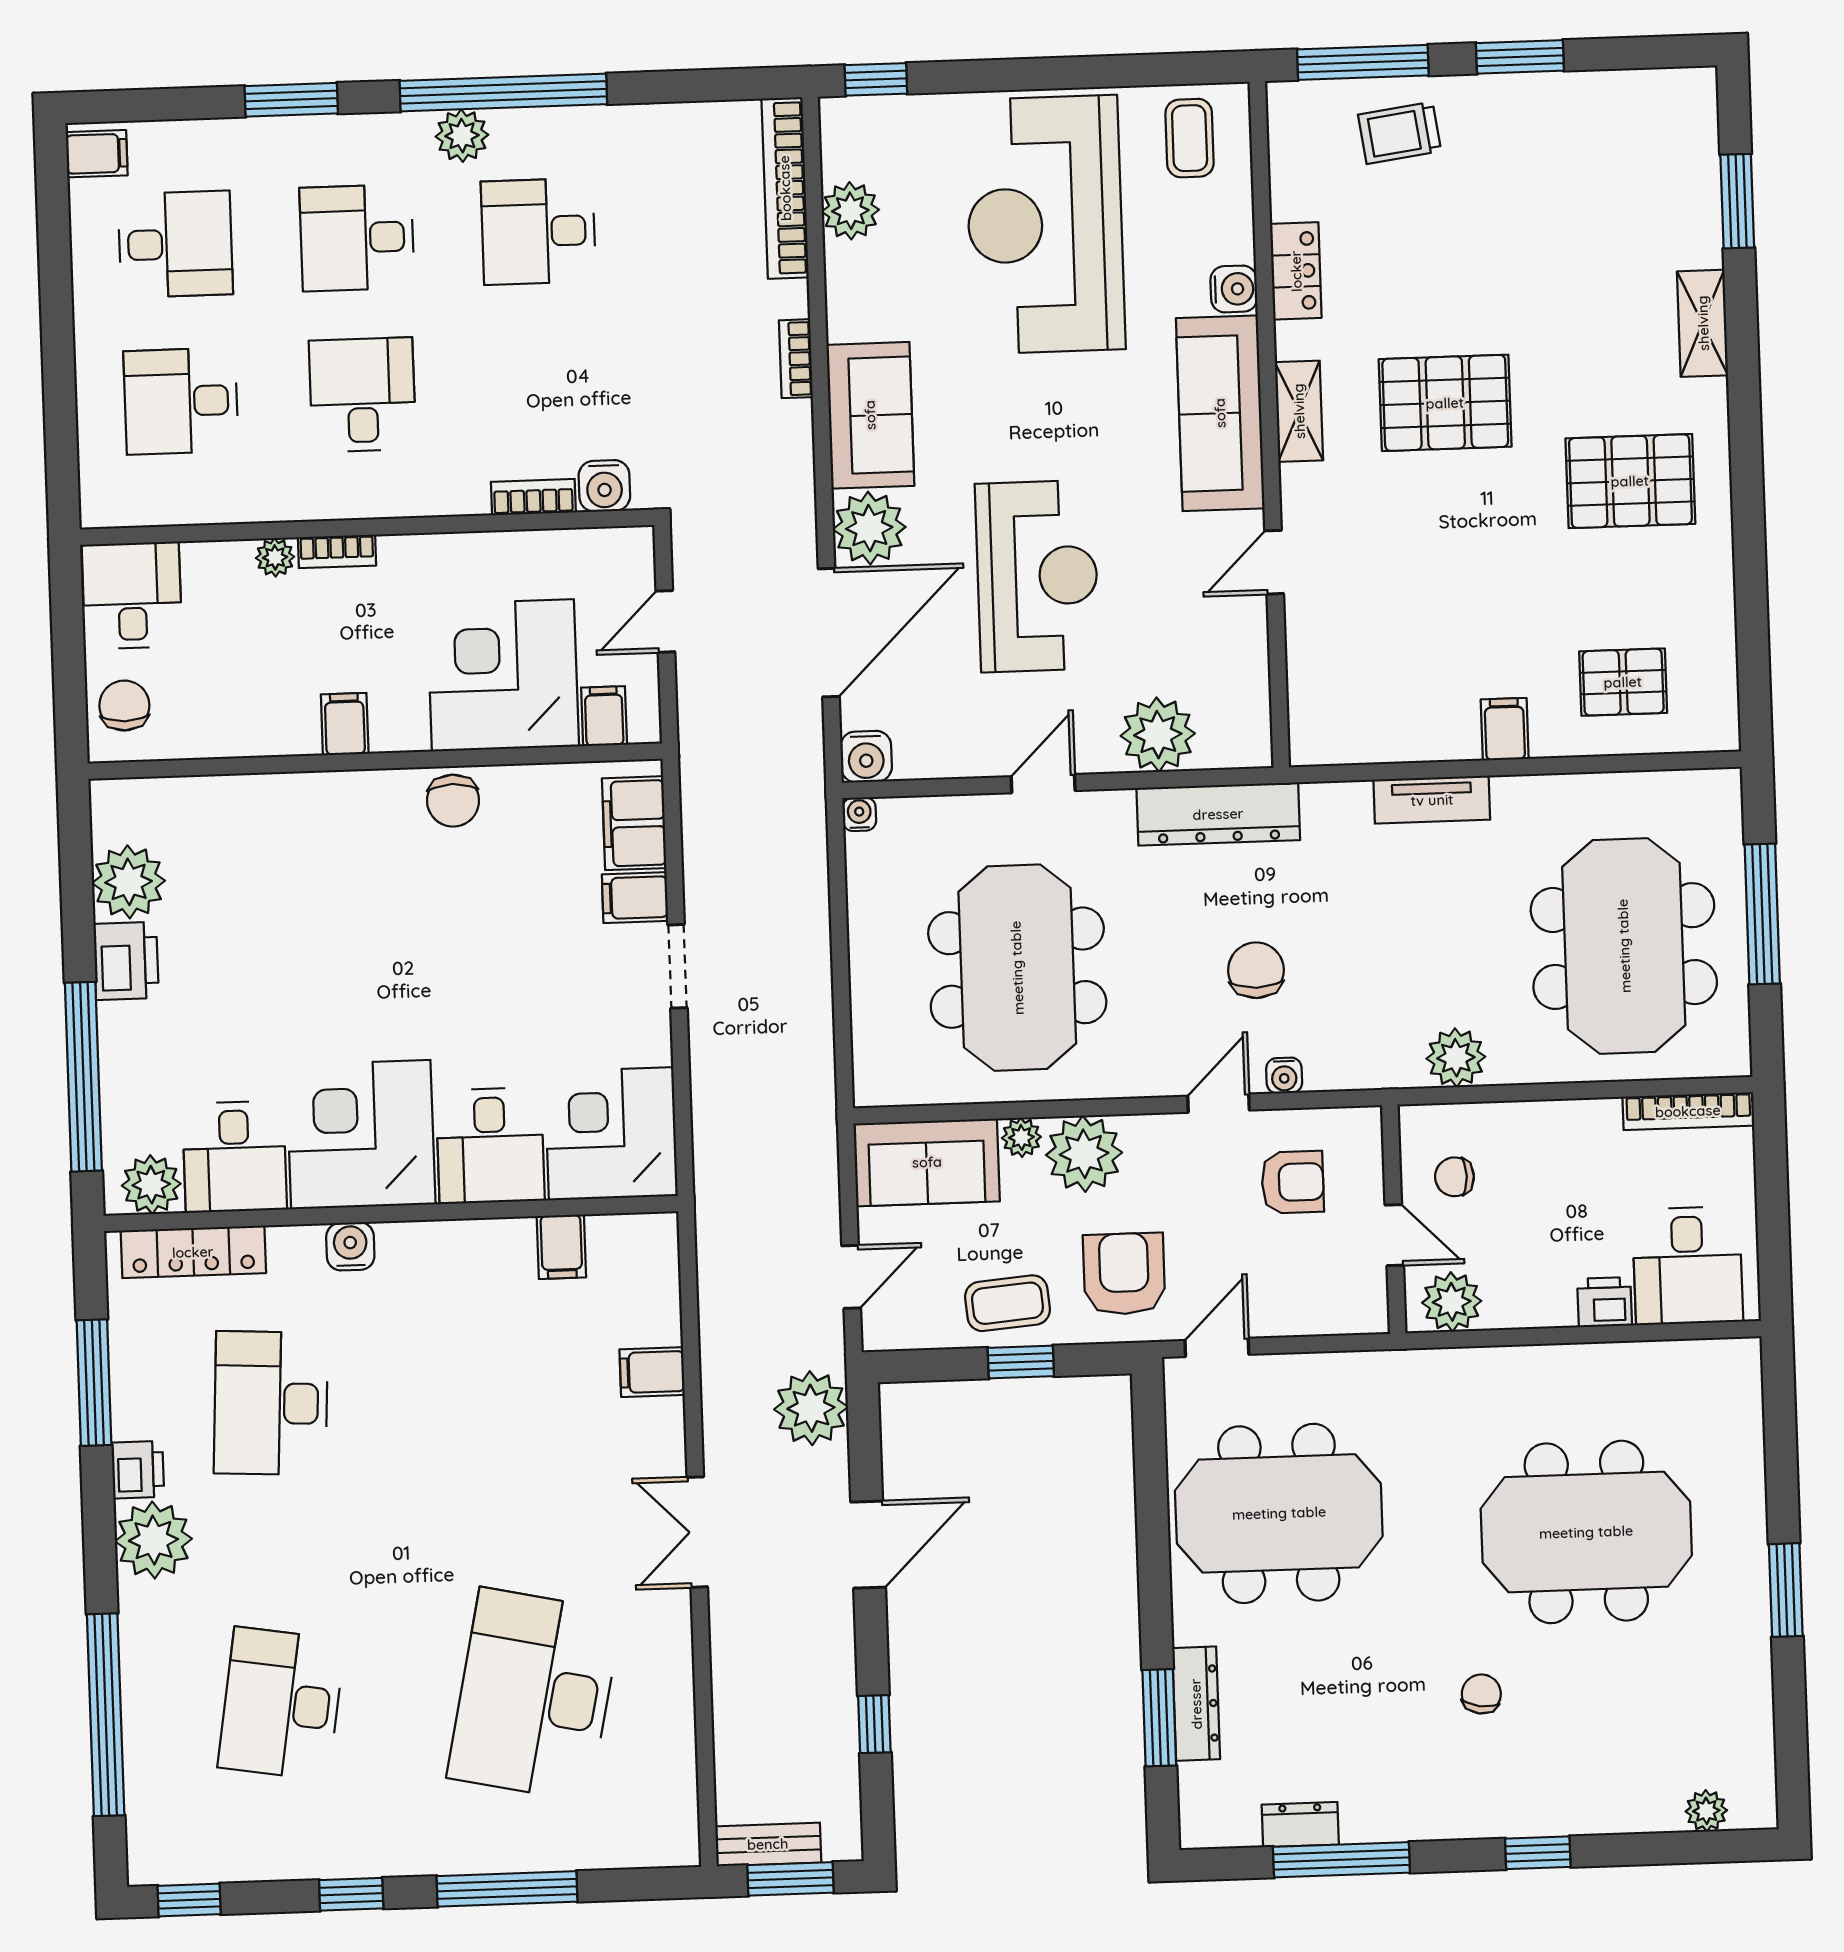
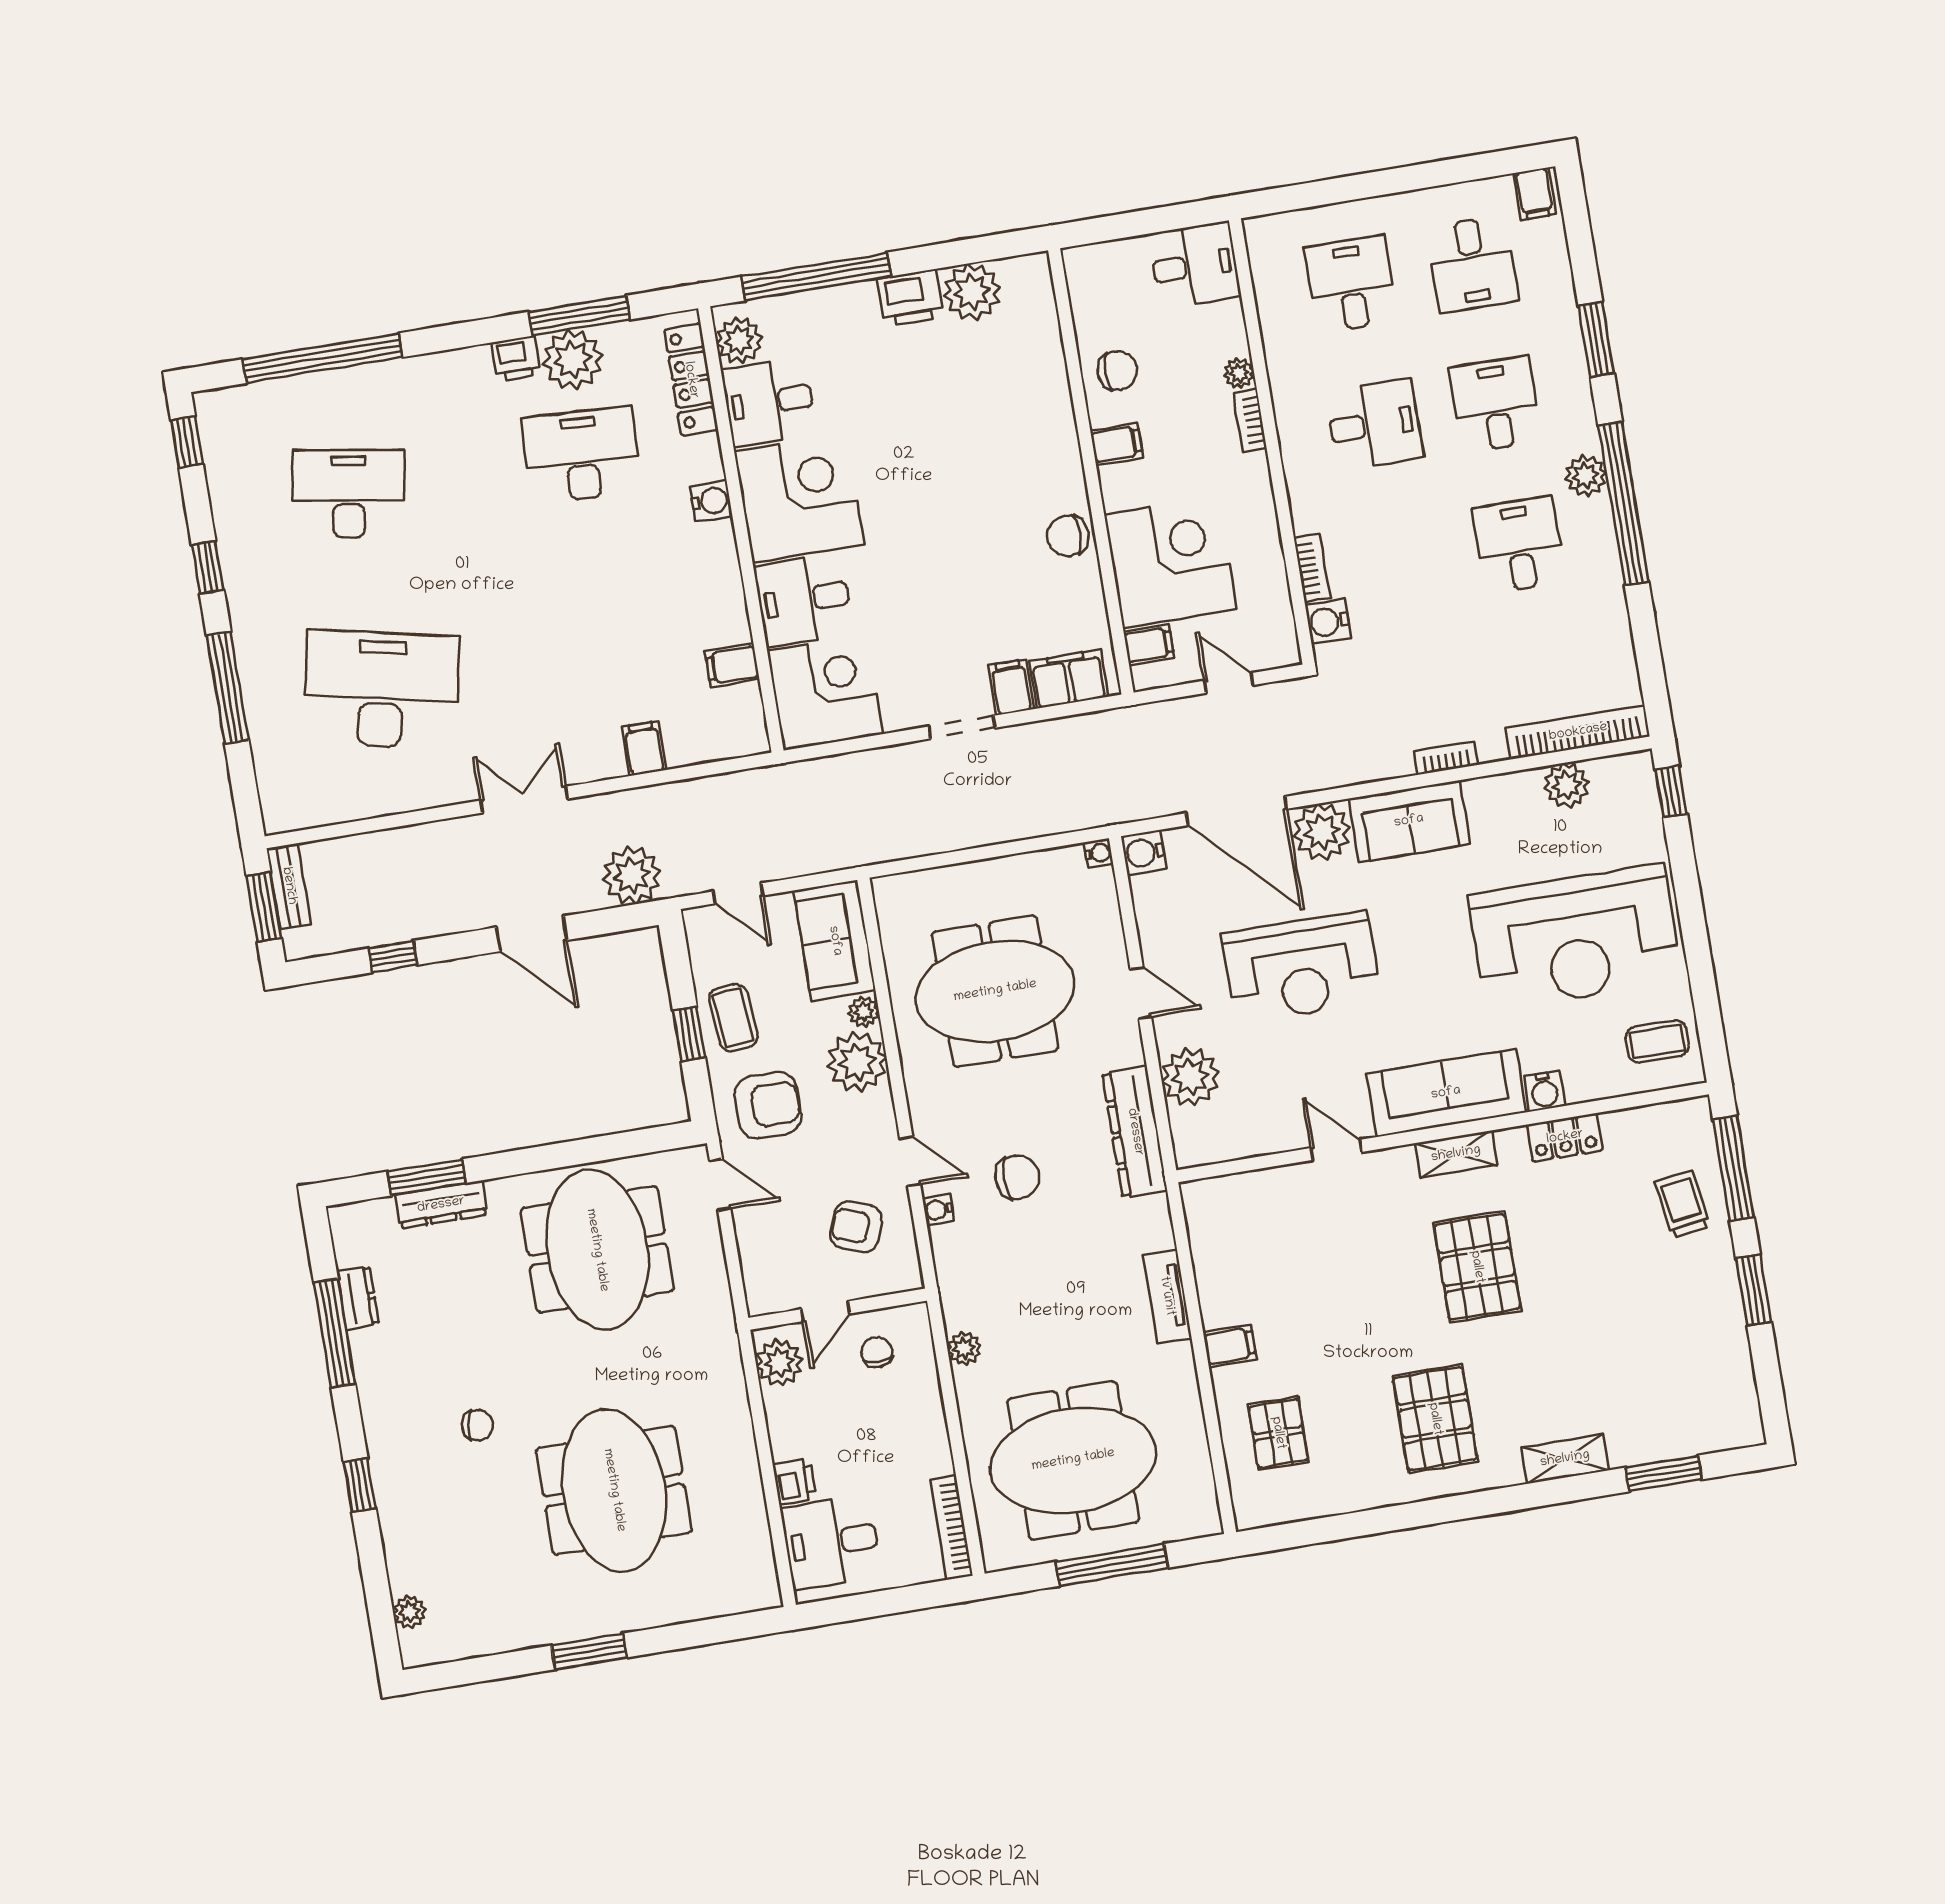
reception desk: (1045, 225) -> (1575, 938), turned 180
chair: (124, 706) -> (1117, 371), moved
plant: (1456, 1058) -> (964, 1348), width x0.73, depth x0.73
armchair: (1293, 1182) -> (856, 1227), turned 110
plant: (153, 1540) -> (573, 360), moved

